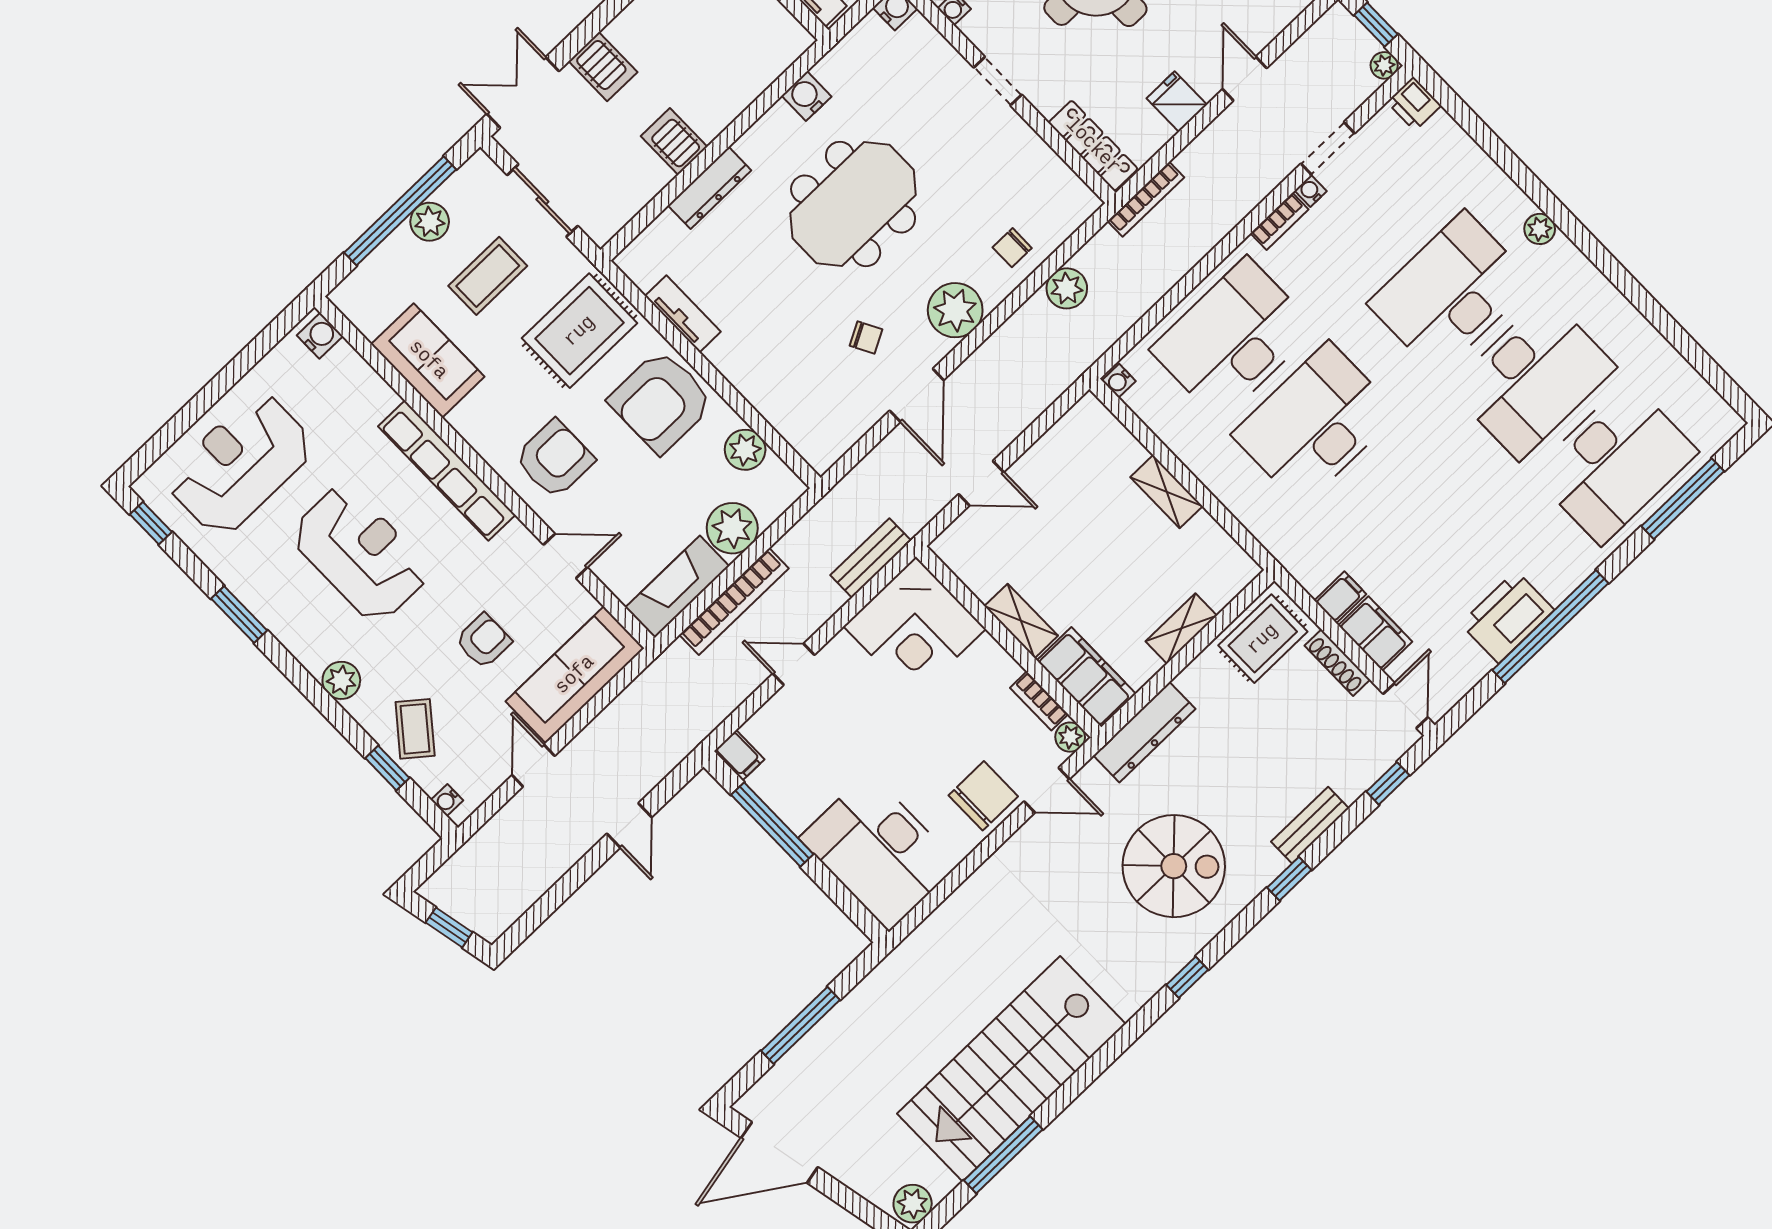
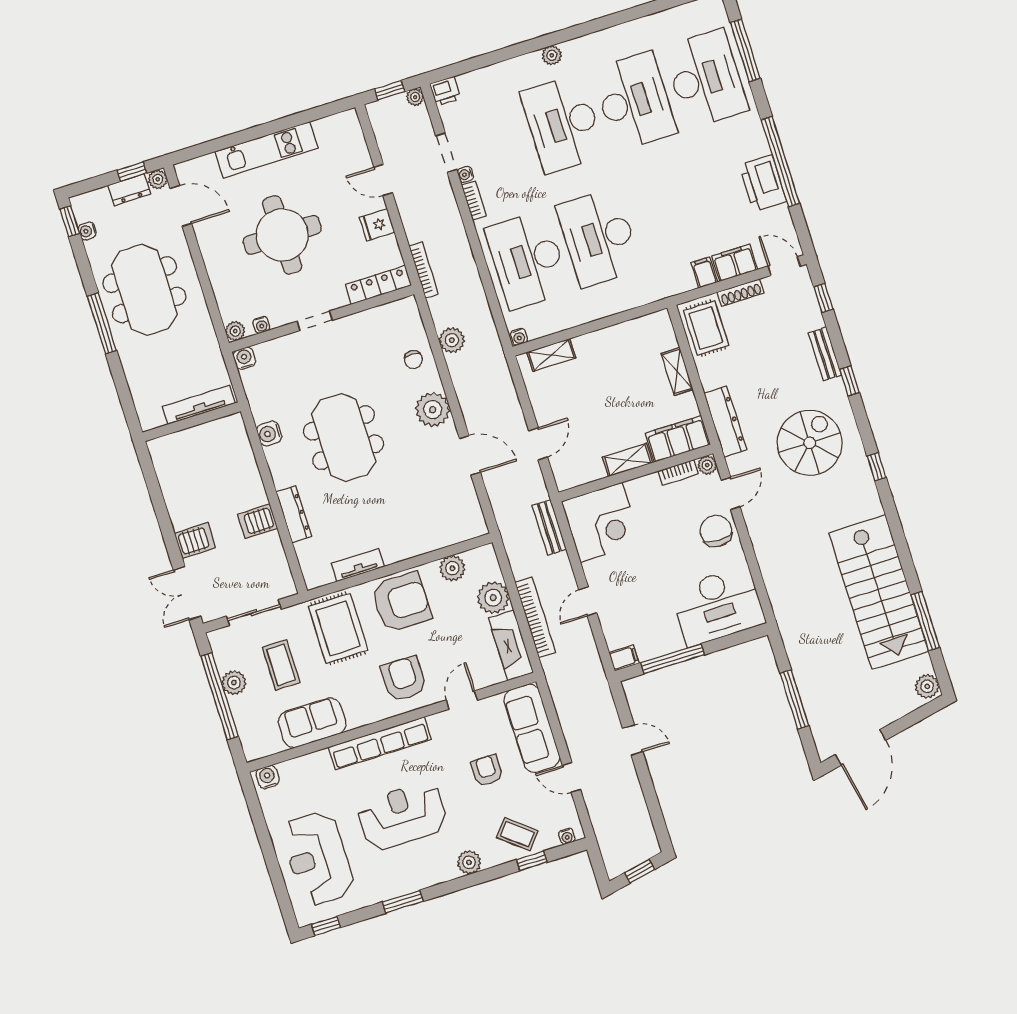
chair: (866, 338) -> (423, 468), removed
armchair: (661, 401) -> (401, 602), turned -90
shelving: (1167, 492) -> (551, 355), moved

